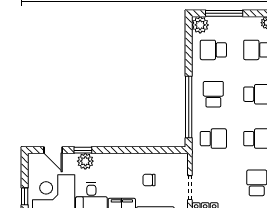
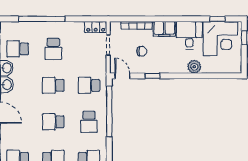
door: (53, 150) -> (122, 76), moved
window: (83, 150) -> (153, 76), moved

